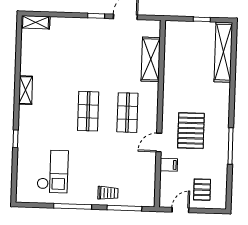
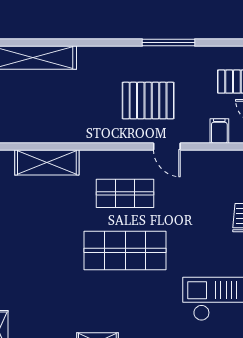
shop shelf: (88, 111) -> (125, 250), width x1.43, depth x1.36
filing cabinet: (169, 165) -> (219, 131), moved

